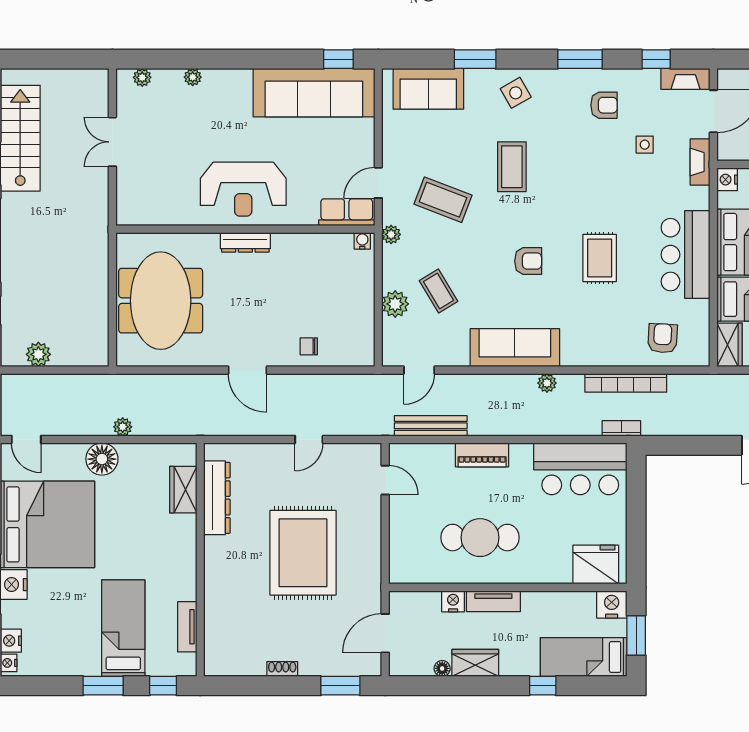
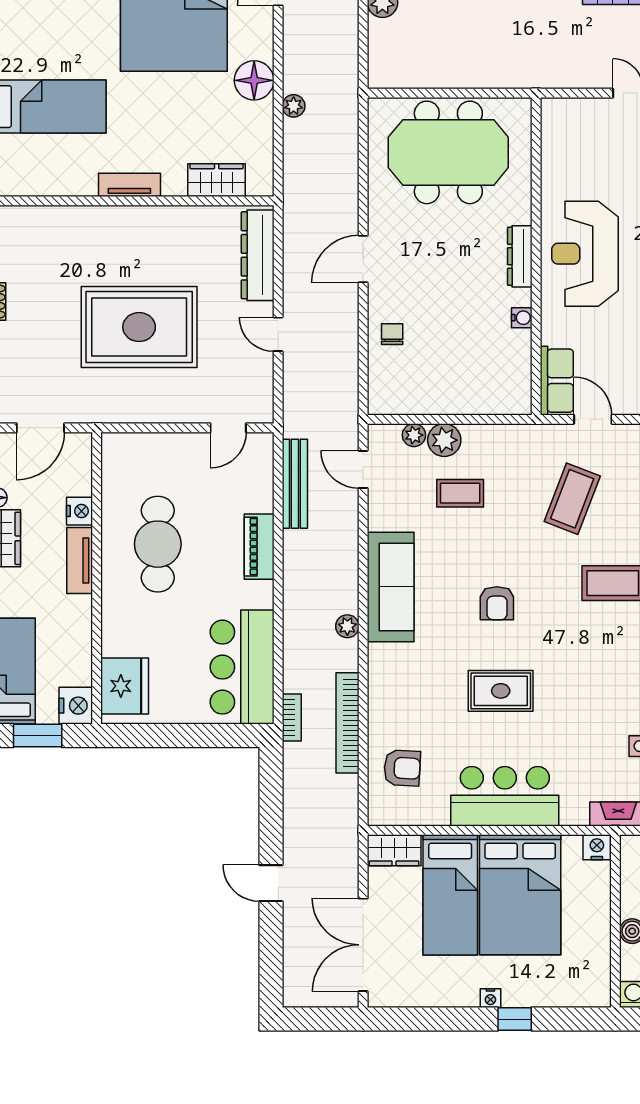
plant: (391, 234) -> (414, 435), moved
water cooler: (362, 241) -> (522, 318), moved
coffee table: (439, 291) -> (460, 493), turned 31
dresser: (217, 498) -> (258, 255), moved, turned 90
tv unit: (187, 627) -> (129, 185), moved
door: (385, 633) -> (40, 428), swing flipped

